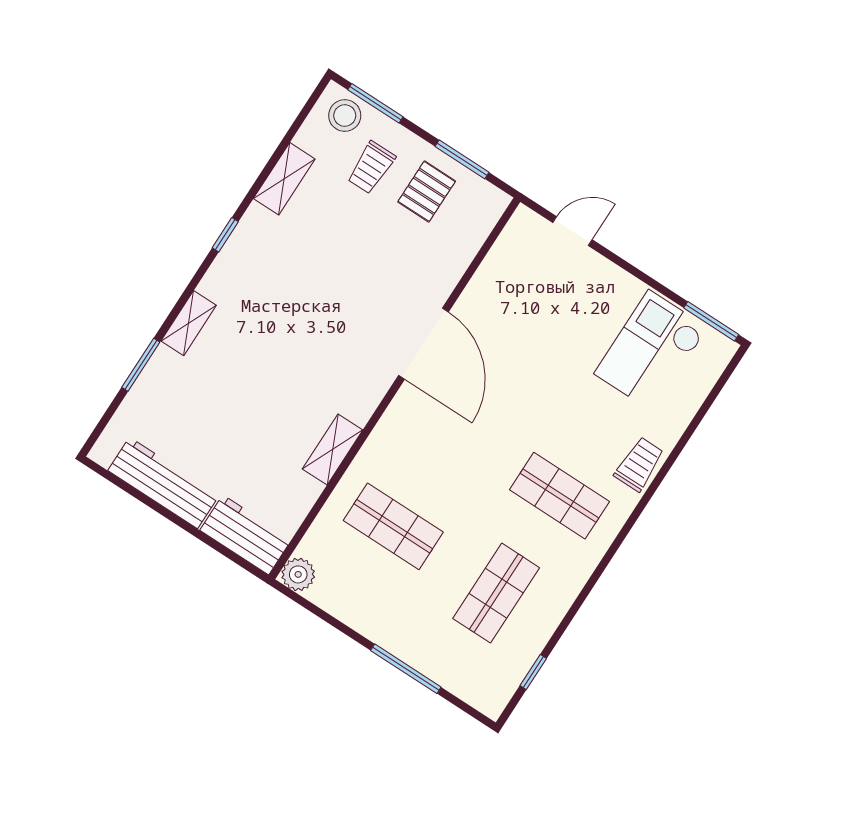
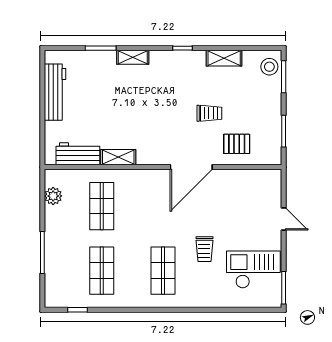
trolley: (371, 167) -> (209, 113), moved, turned 180
pallet: (427, 191) -> (237, 144), moved
door: (572, 231) -> (284, 219), moved
trolley: (639, 464) -> (204, 249), moved, turned 90
workbench: (246, 535) -> (78, 154), moved, turned -90
plant: (298, 574) -> (53, 196), moved
shop shelf: (496, 593) -> (102, 271), turned 90

